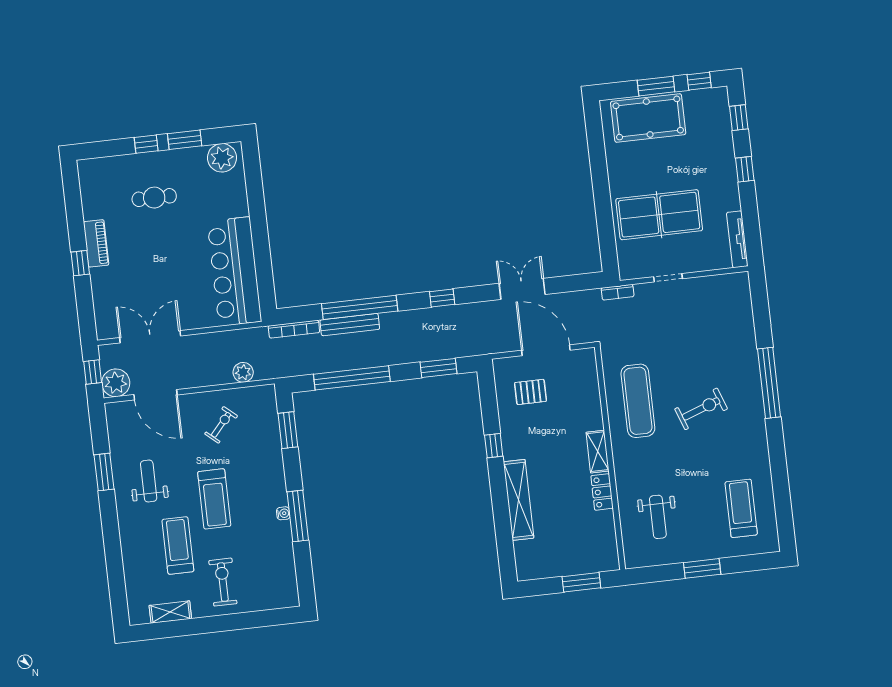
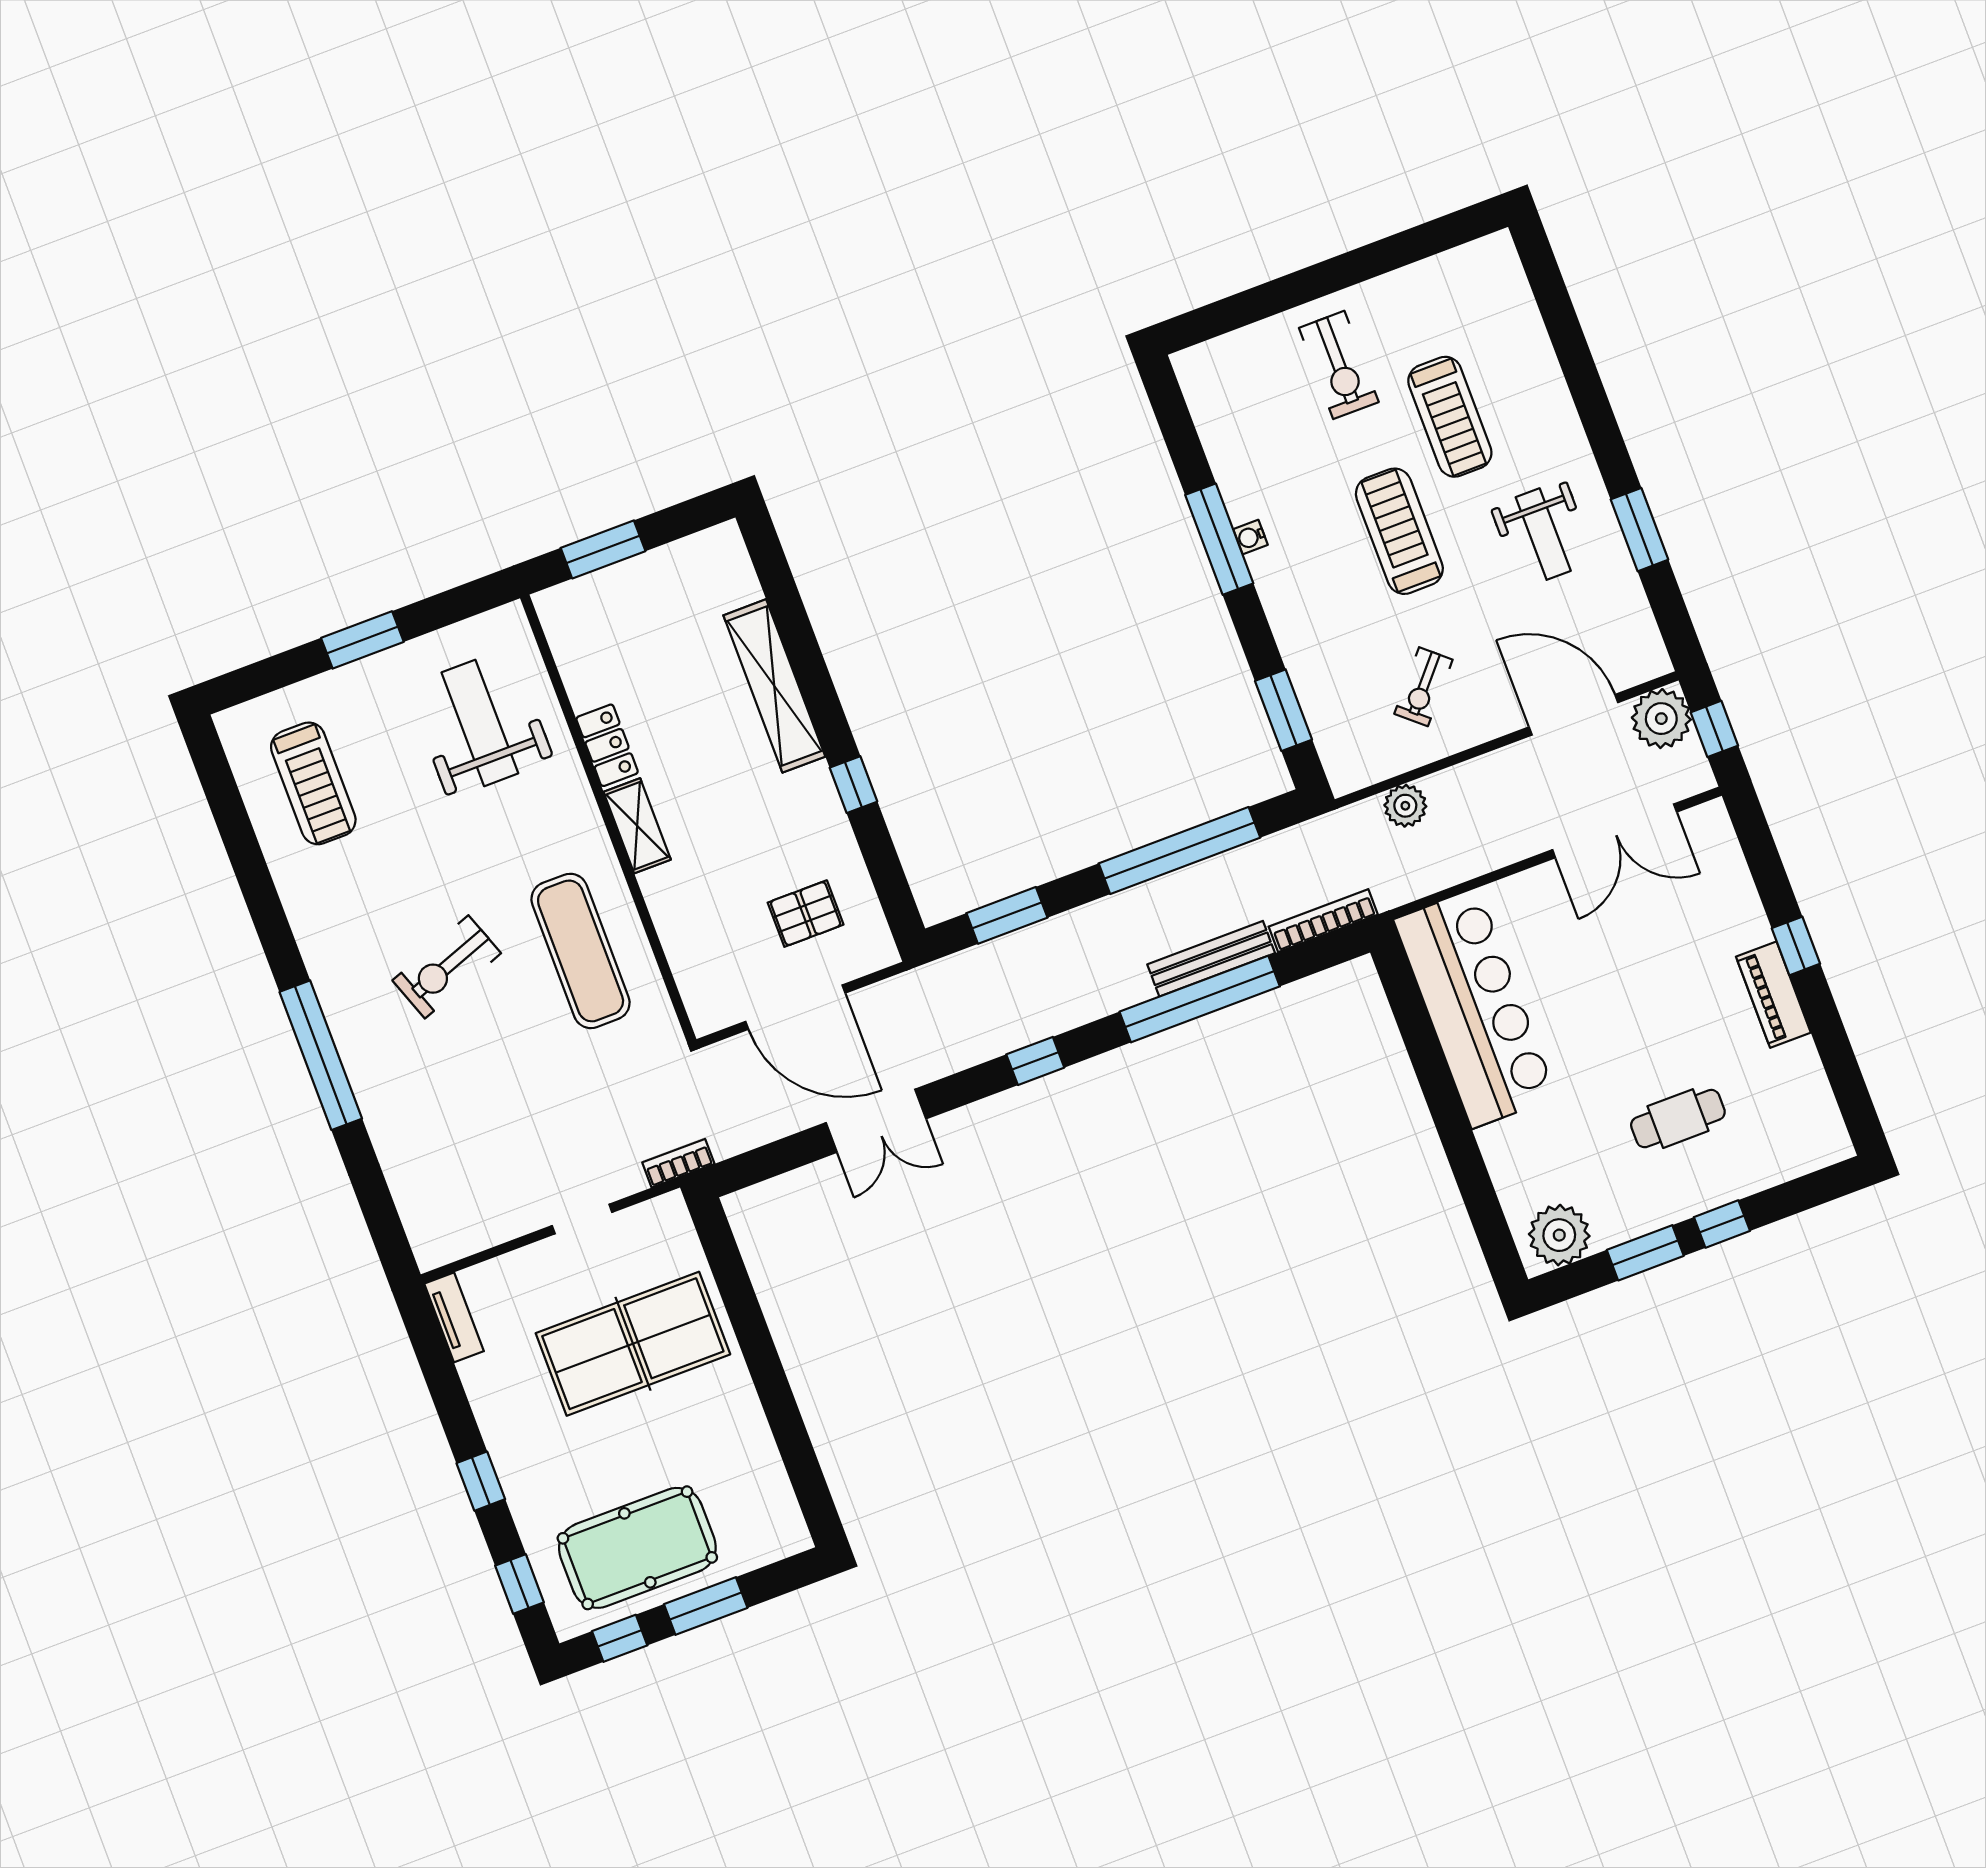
pool table: (648, 118) -> (637, 1548), moved
tv unit: (737, 239) -> (454, 1317), width x0.71
weight bench: (658, 517) -> (480, 723), width x1.36, depth x1.33
shelving: (170, 612) -> (1431, 276), removed

